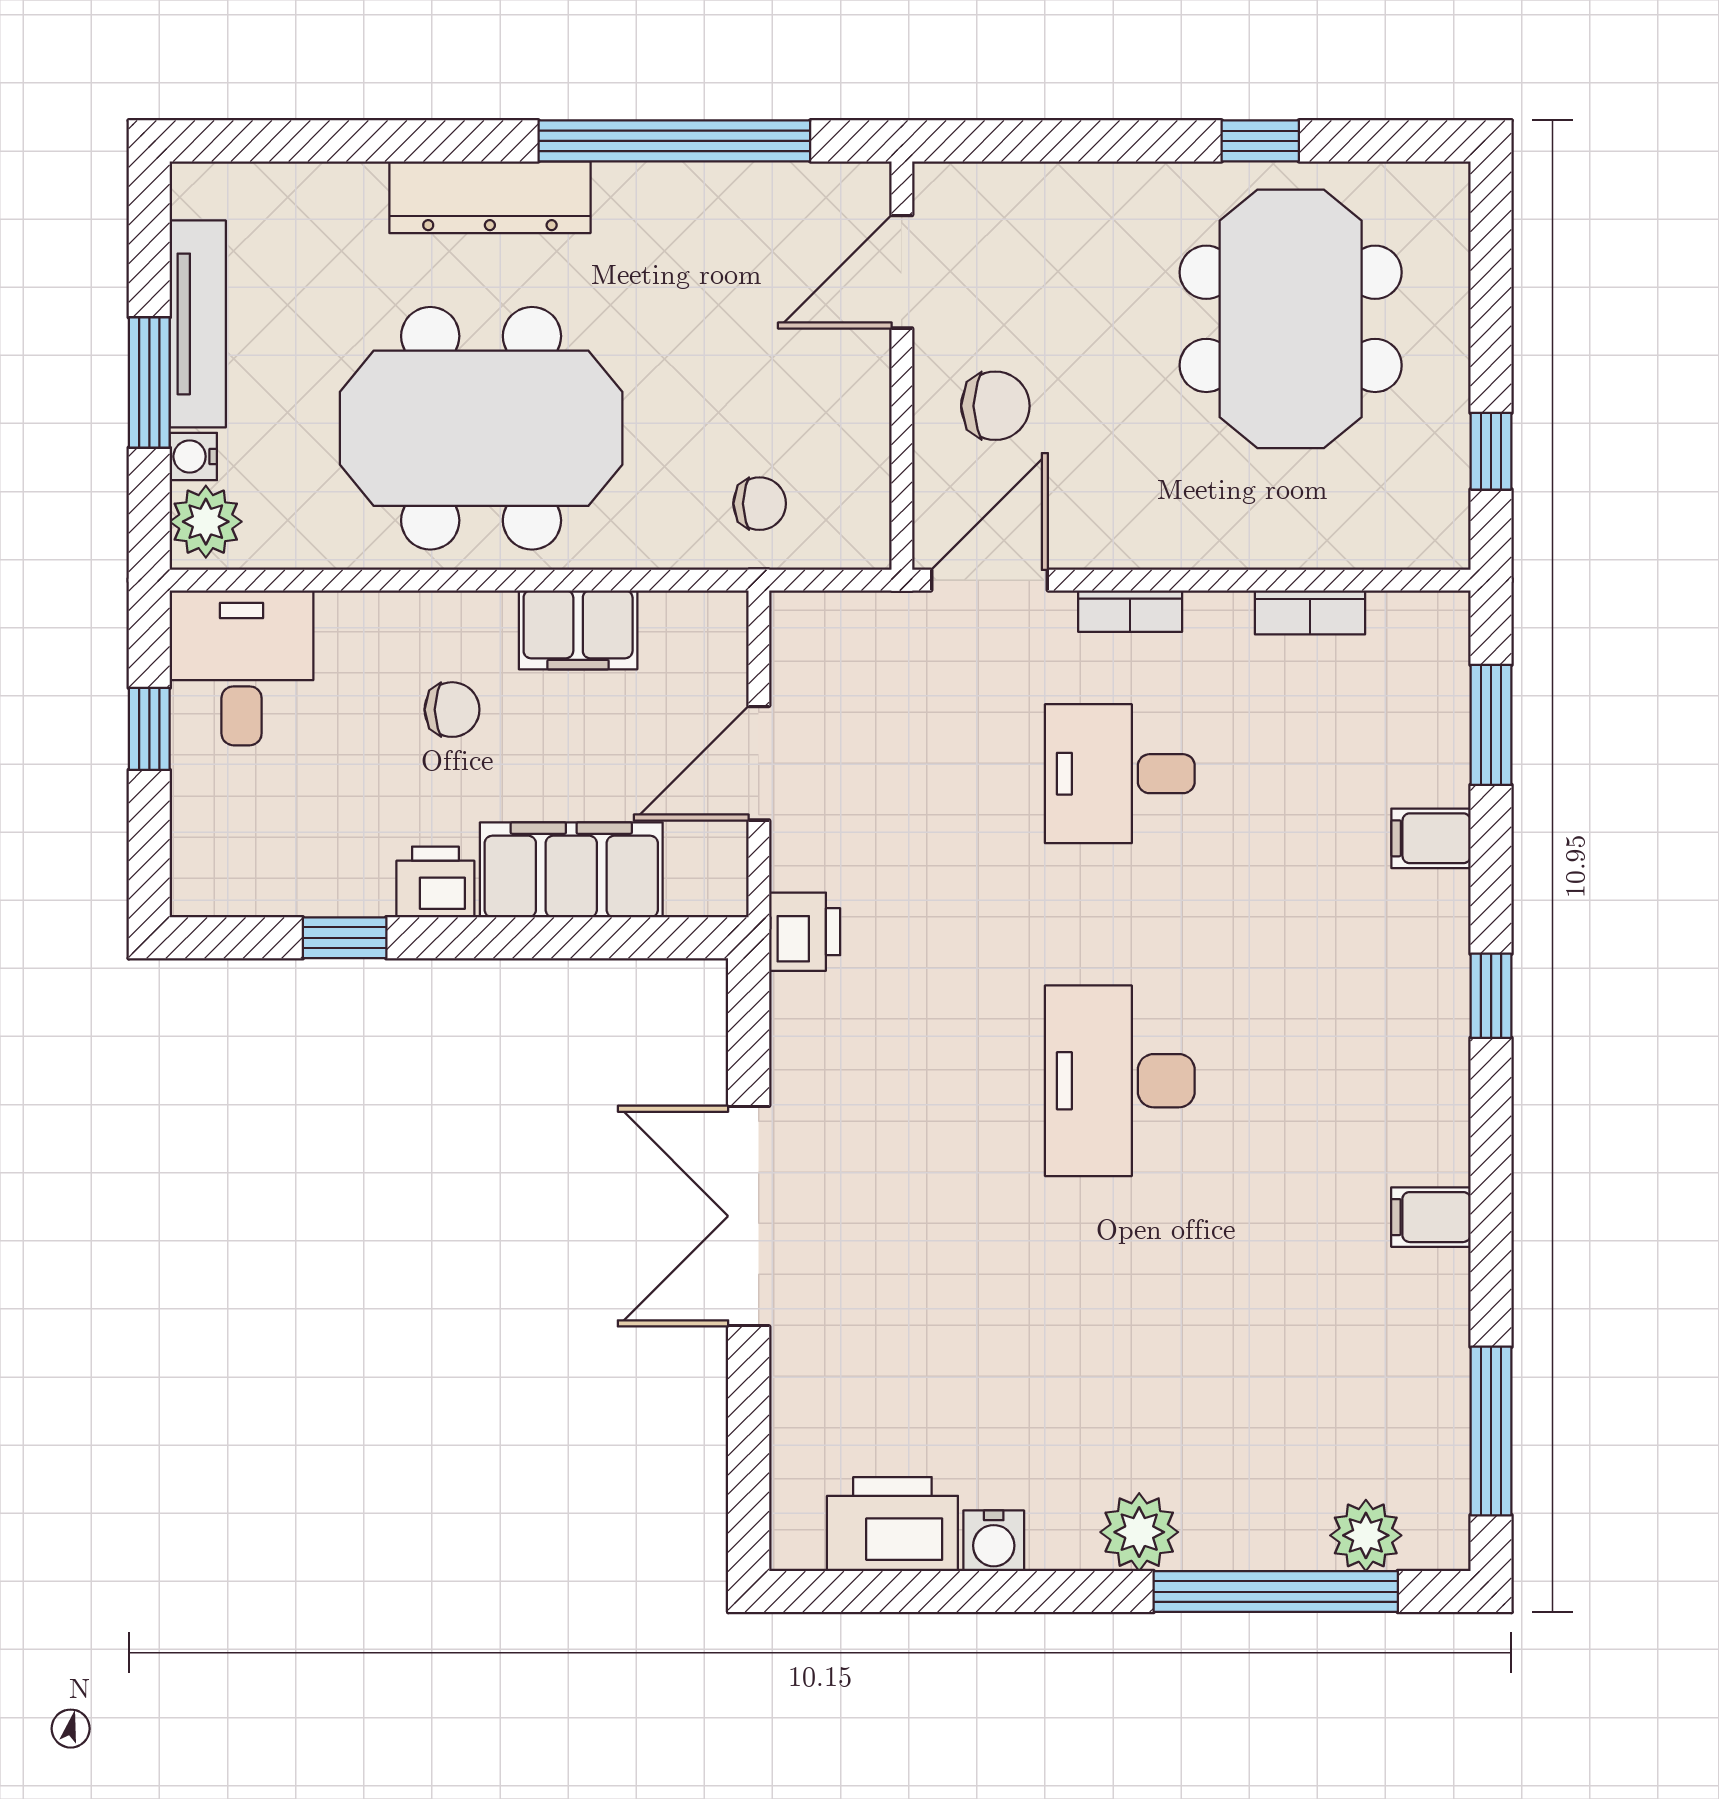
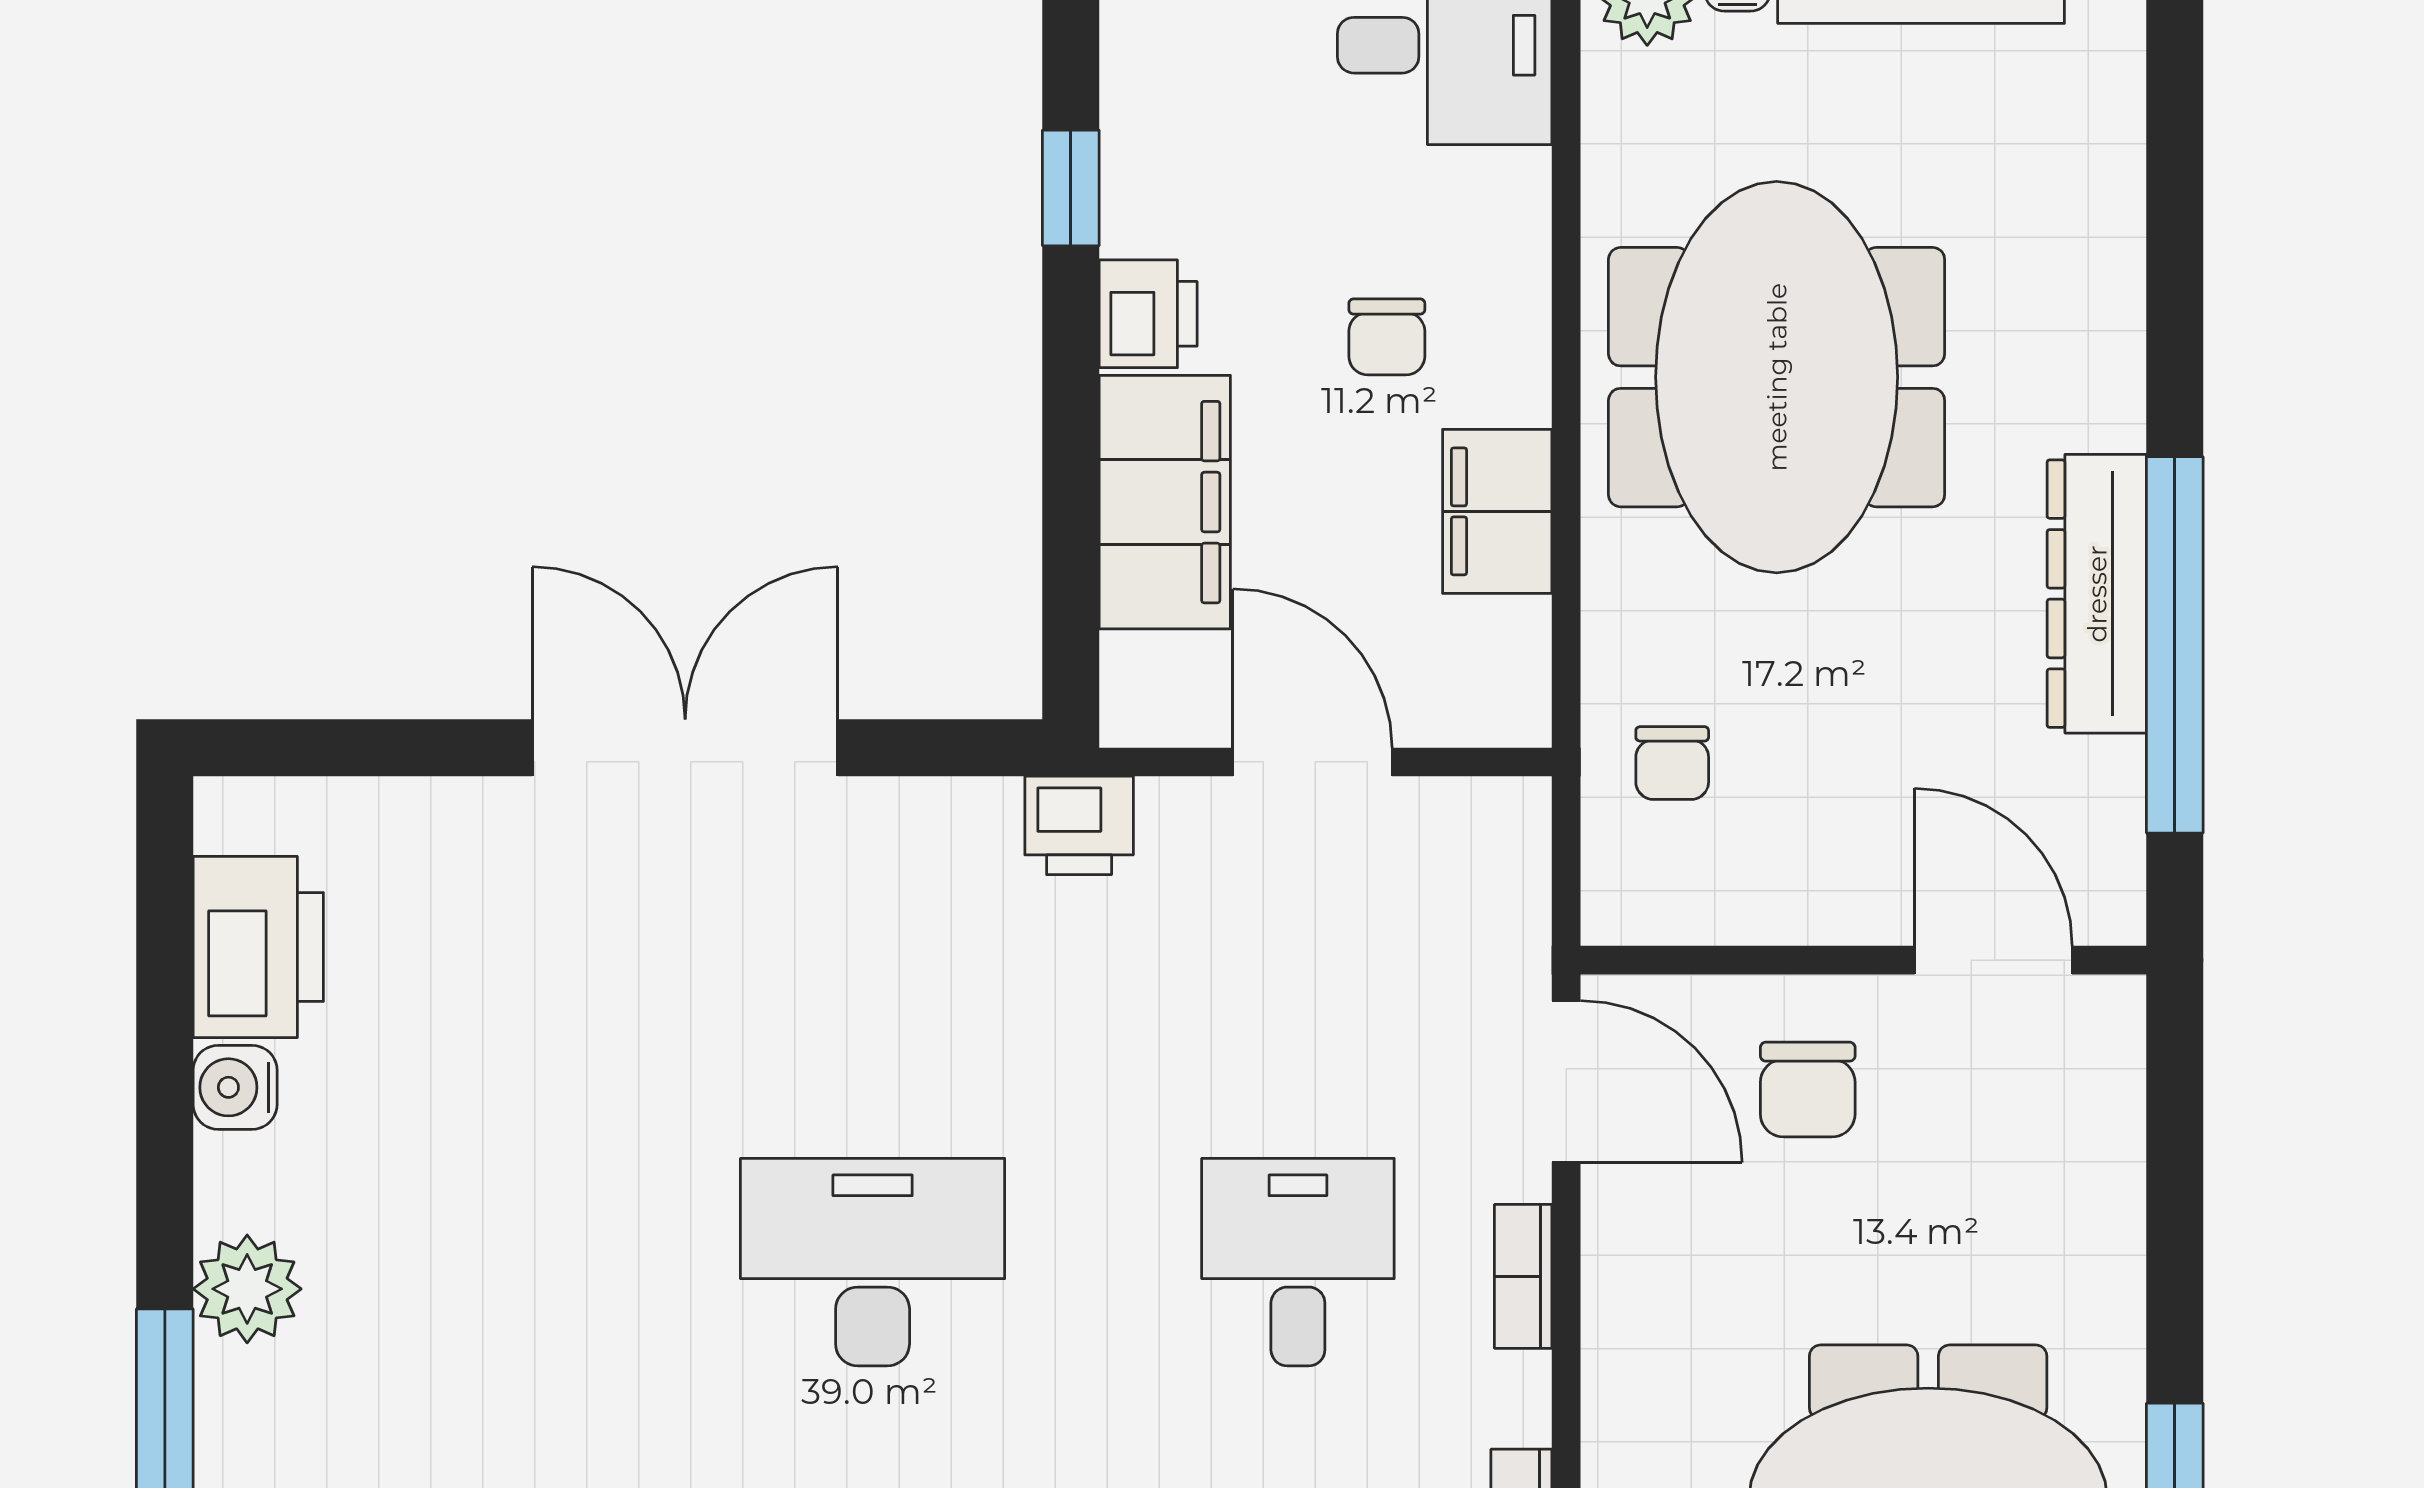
dresser: (490, 197) -> (2097, 594), moved

